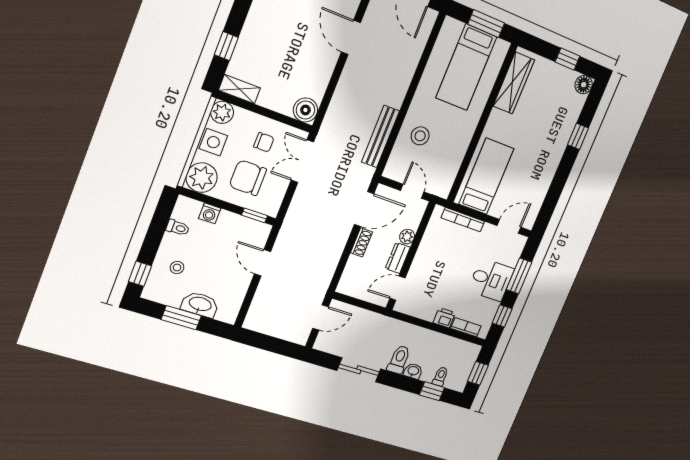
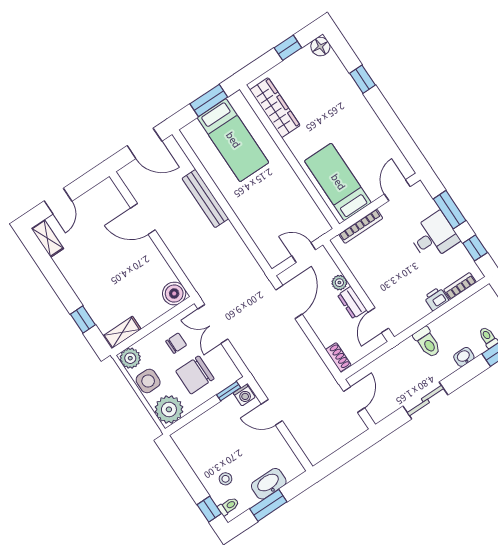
bench: (380, 136) -> (205, 199), moved
stool: (420, 136) -> (262, 216), removed
washing machine: (210, 213) -> (244, 395), moved
toilet: (178, 228) -> (229, 506), moved
shoe rack: (361, 242) -> (338, 357), moved
toilet: (399, 360) -> (427, 342), moved, turned 180

